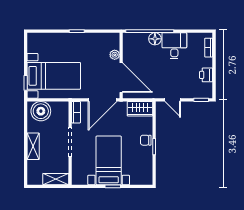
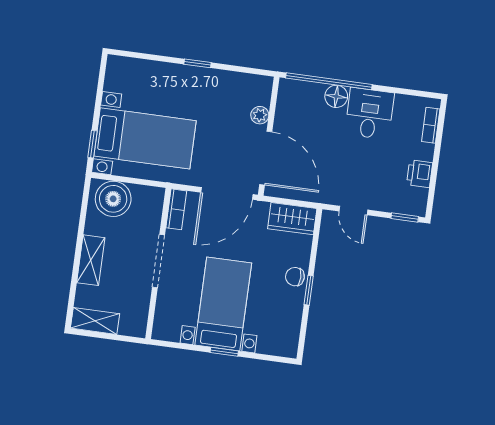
shelving: (56, 179) -> (95, 321), moved

